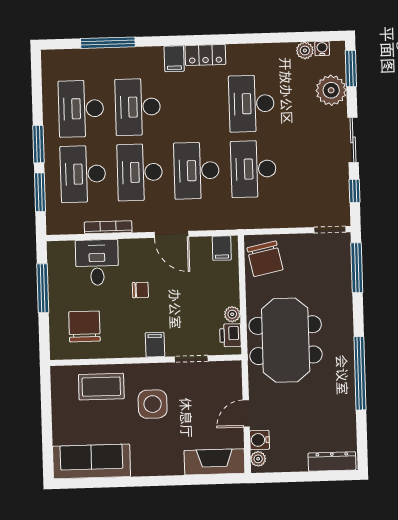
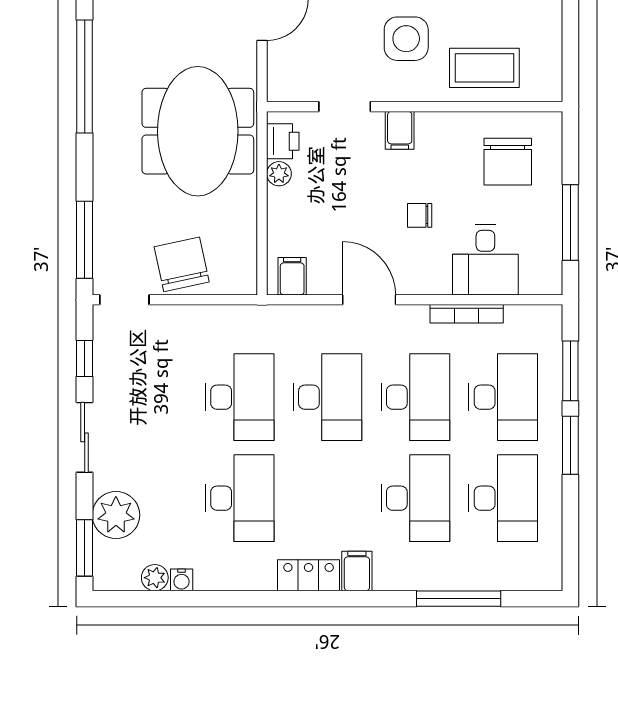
water cooler: (322, 49) -> (182, 580), moved
chair: (265, 259) -> (182, 264), moved

